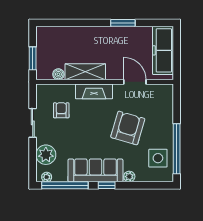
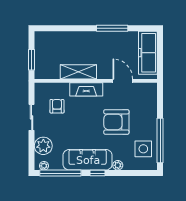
window: (123, 23) -> (112, 28), width x1.44
boiler: (58, 74) -> (55, 74), removed
armchair: (128, 128) -> (116, 122), turned -106

